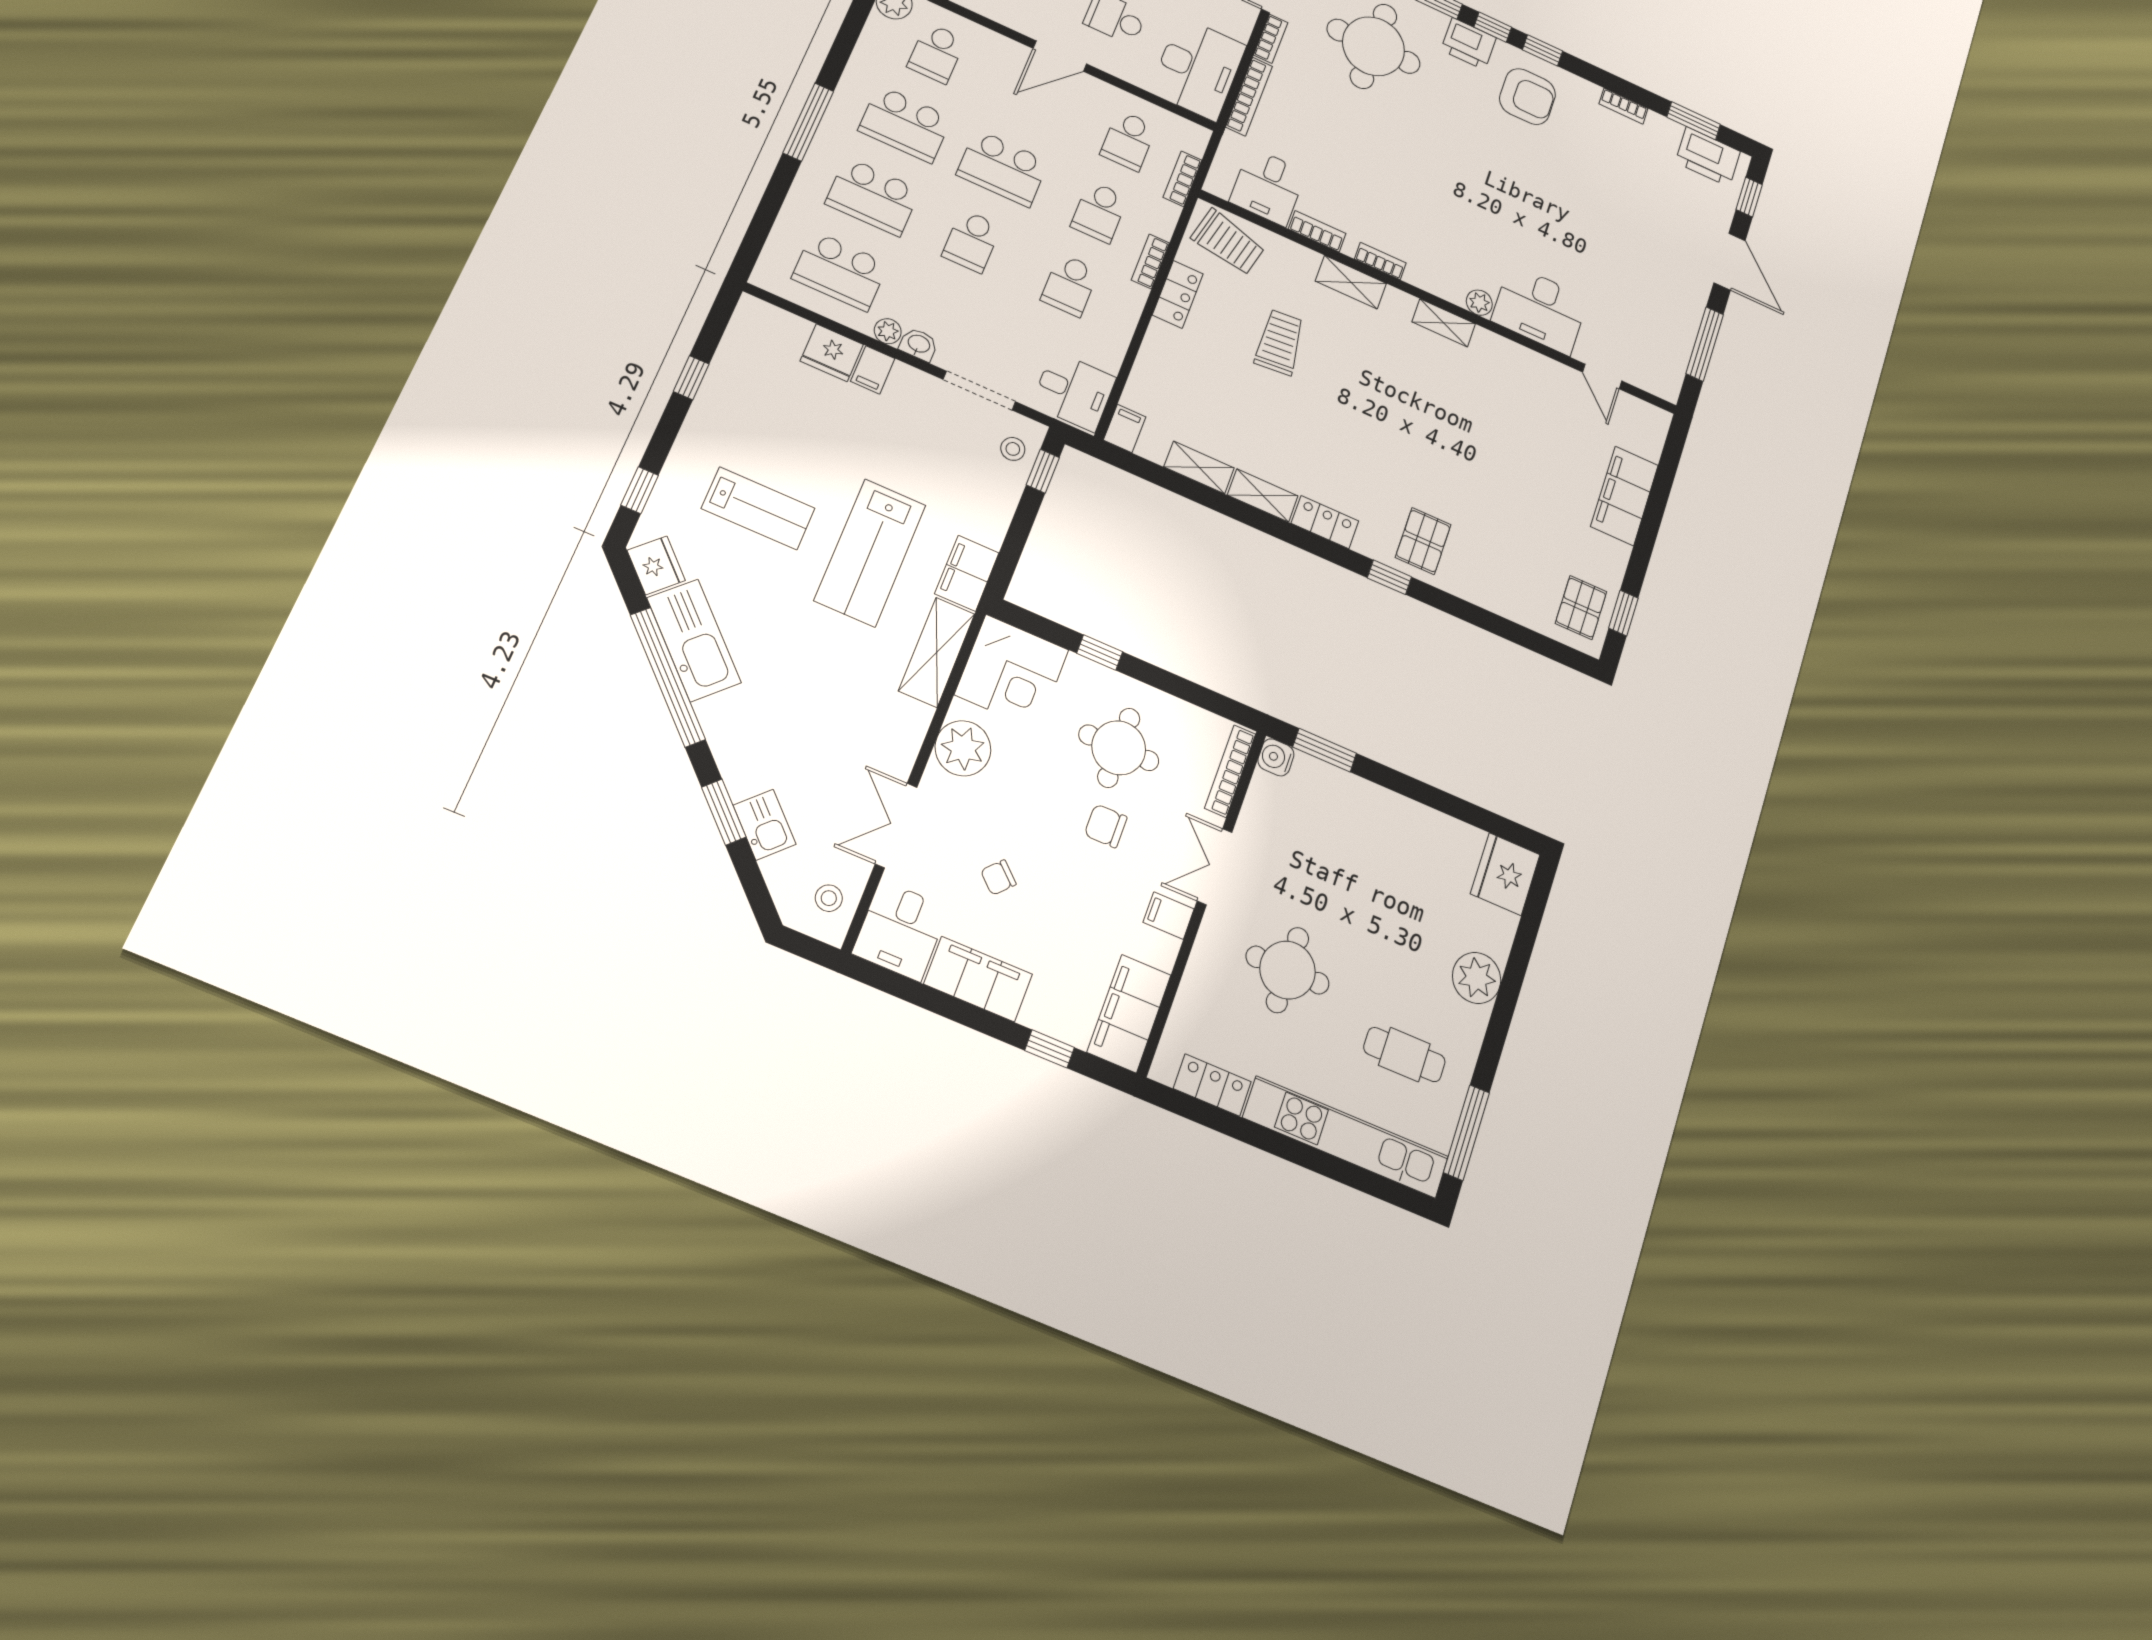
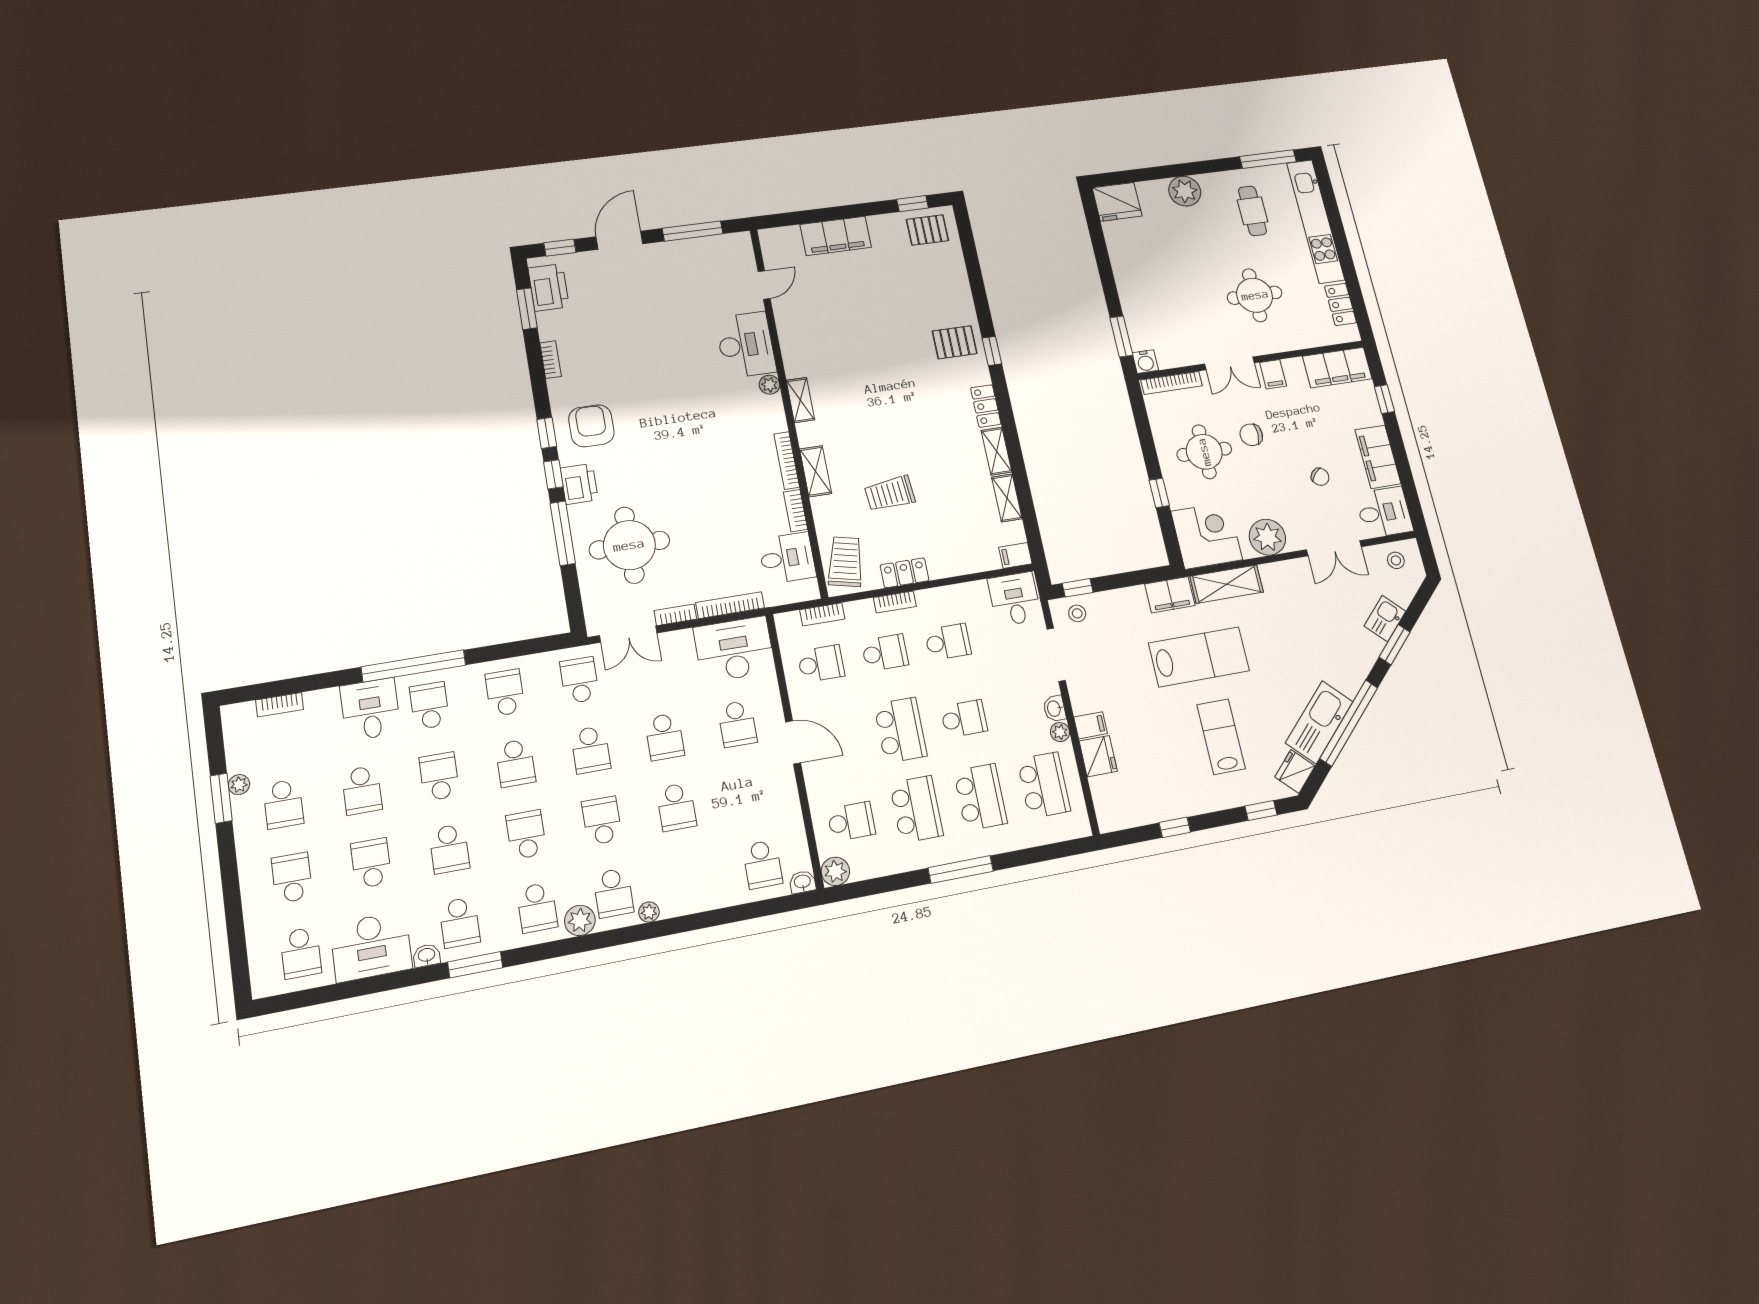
bookcase: (1380, 261) -> (787, 461), width x1.56
chair: (1106, 826) -> (1251, 435), turned 90

